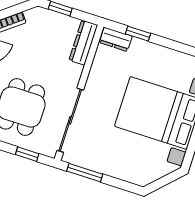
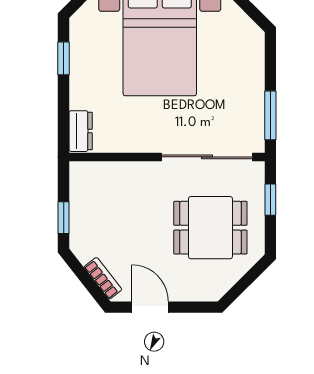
window: (138, 34) -> (64, 58), moved
dresser: (83, 43) -> (99, 173), removed

